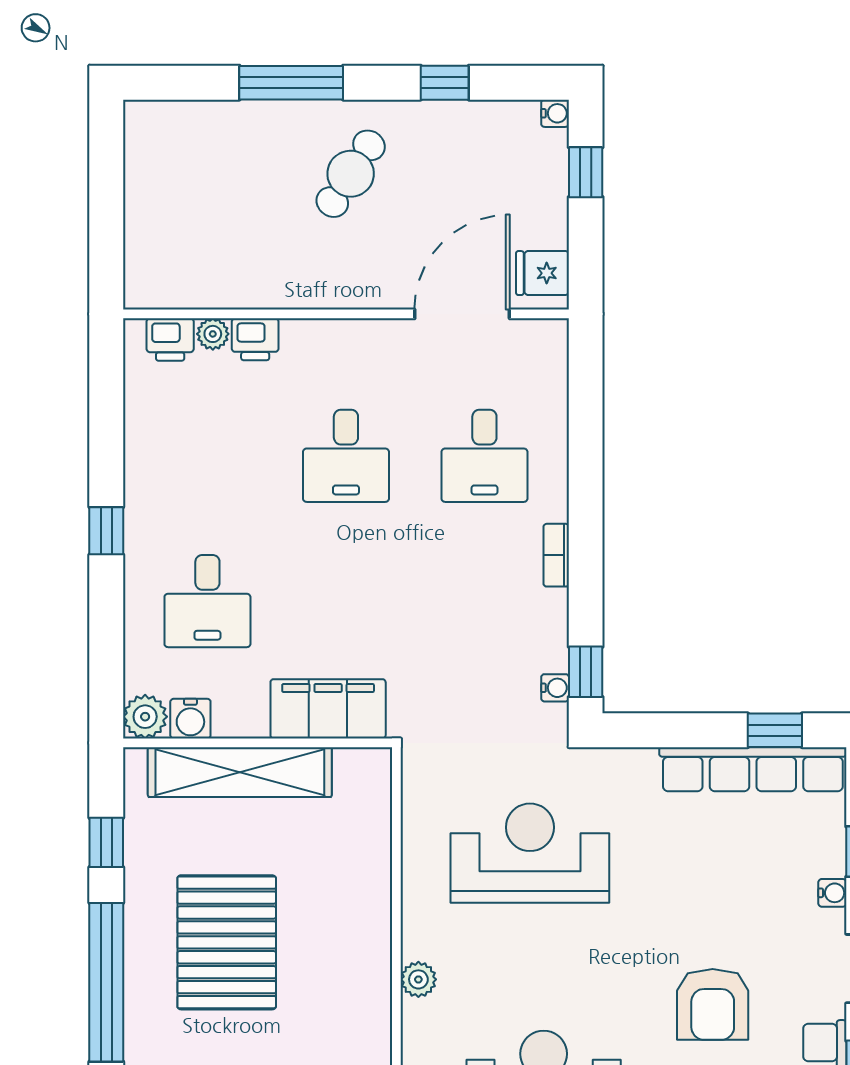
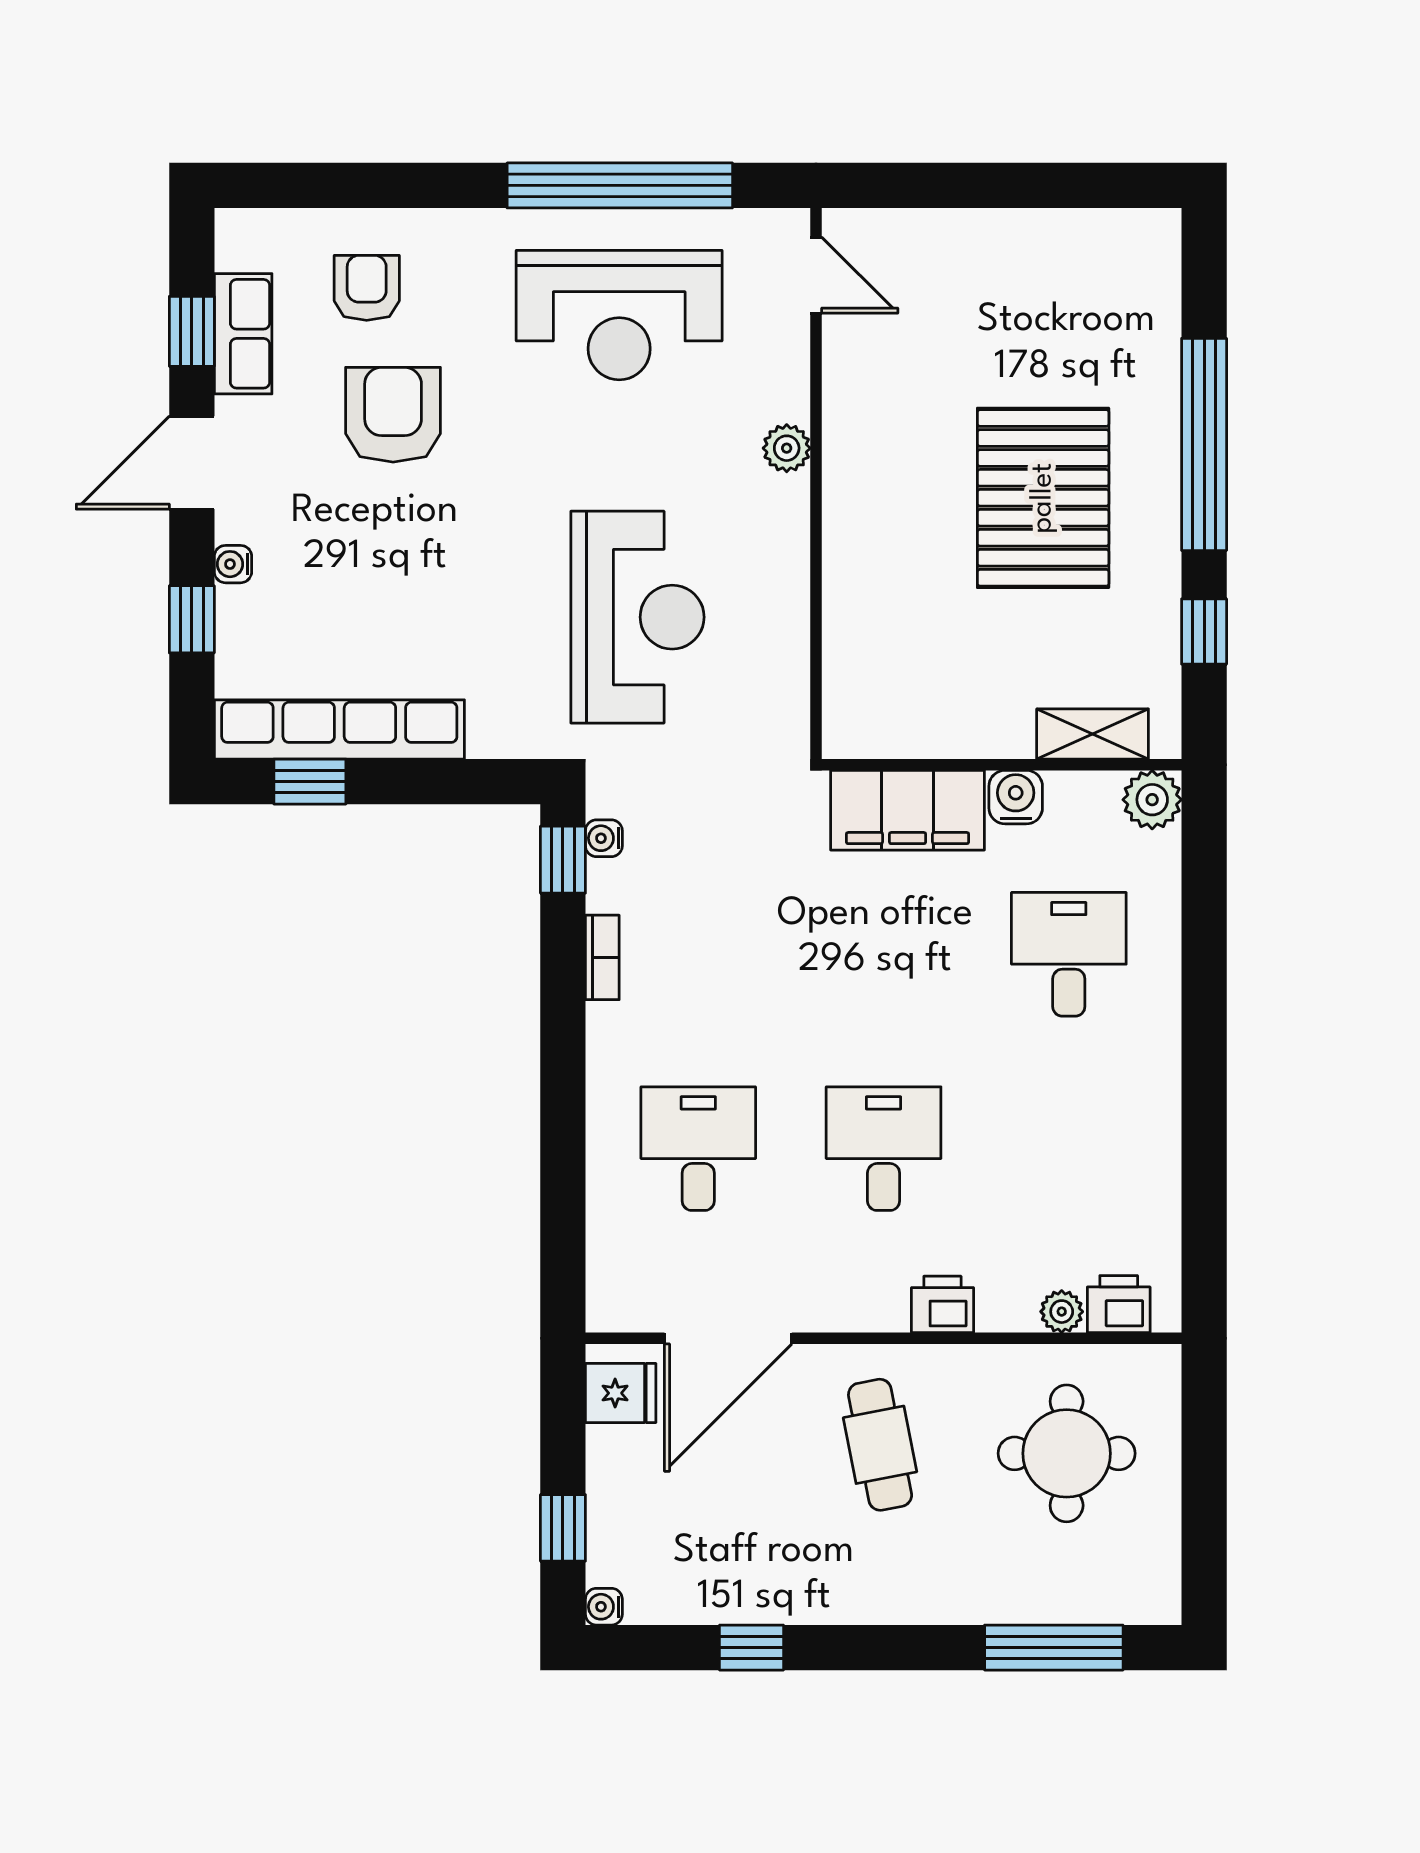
window: (291, 83) -> (1054, 1648), moved
cafe table: (351, 174) -> (880, 1445), moved, turned -44
round table: (209, 228) -> (1067, 1453), added
printer: (255, 339) -> (942, 1304), moved
window: (106, 531) -> (1204, 1048), removed
bookcase: (556, 555) -> (602, 957), moved
water cooler: (190, 719) -> (1016, 797), moved
shelving: (240, 772) -> (1093, 734), width x0.45, depth x0.75
reception desk: (530, 853) -> (637, 617), turned -90

